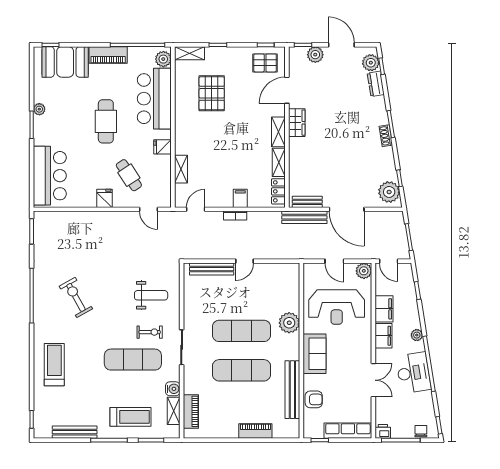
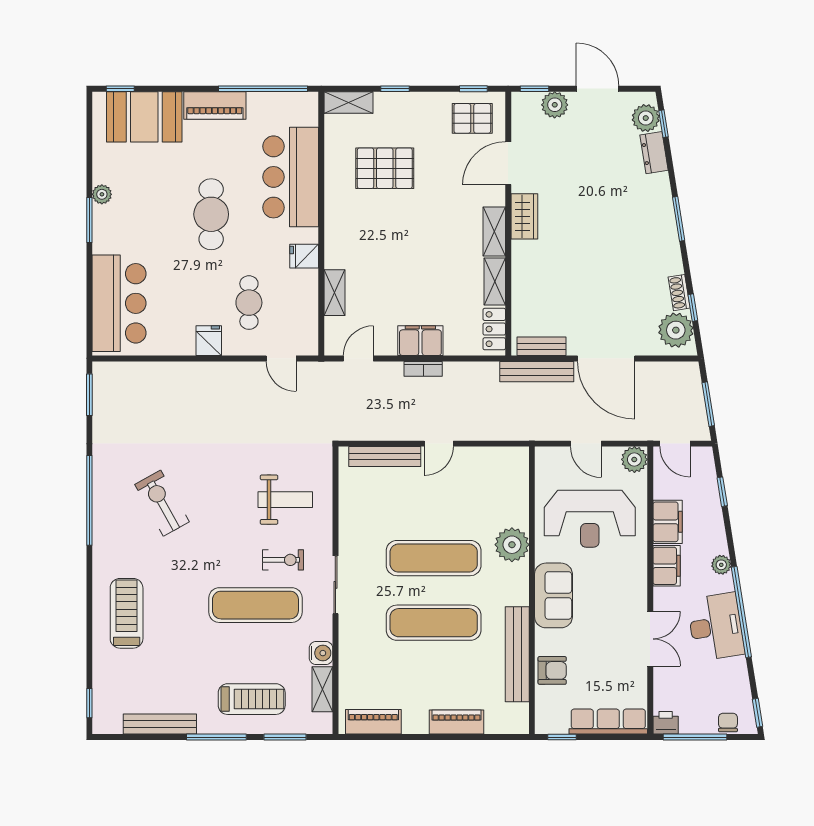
plant: (163, 59) -> (305, 112), removed
pallet: (212, 93) -> (385, 168), turned 90
shoe rack: (386, 136) -> (679, 293), moved
cafe table: (129, 175) -> (249, 303), turned 33
filing cabinet: (240, 198) -> (420, 341), width x2.00
piano: (191, 411) -> (373, 722), moved, turned -90

